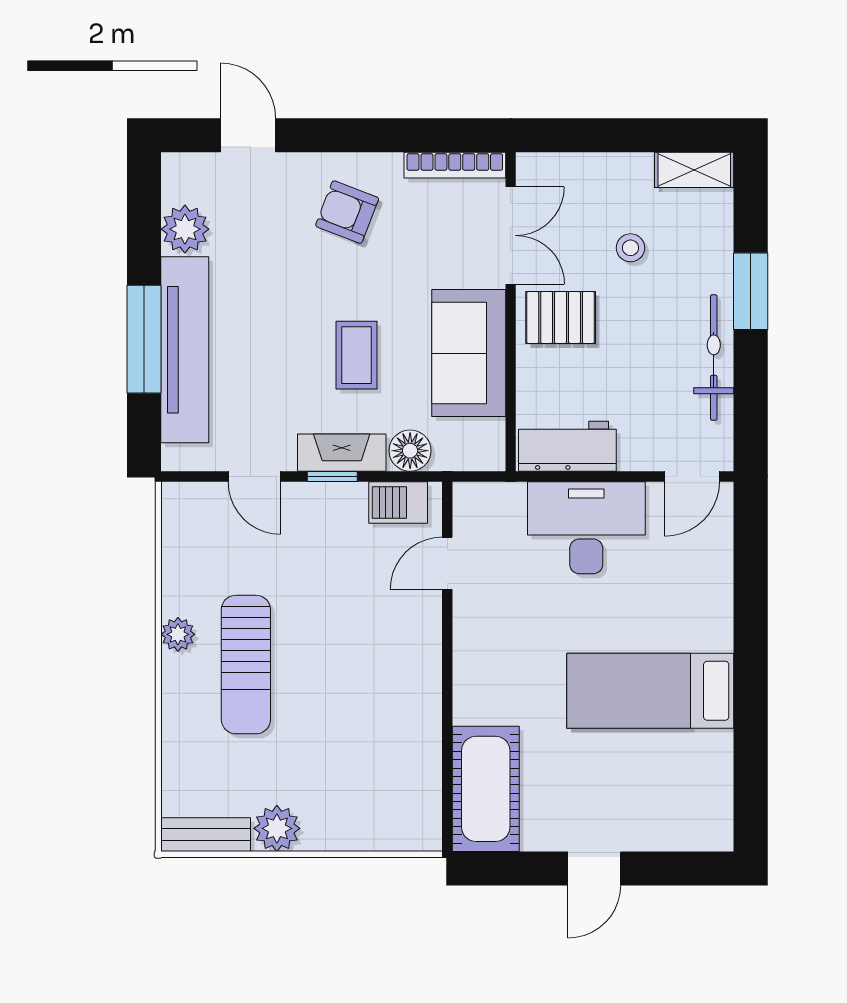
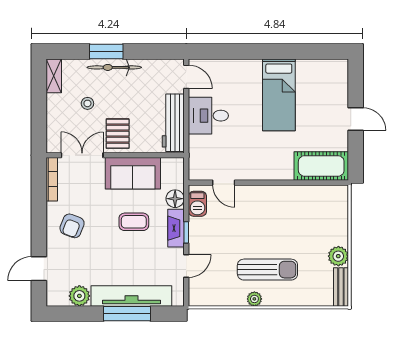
bicycle: (714, 357) -> (114, 67), moved
workbench: (567, 446) -> (173, 123), width x1.38
desk: (586, 528) -> (208, 116), width x0.73

